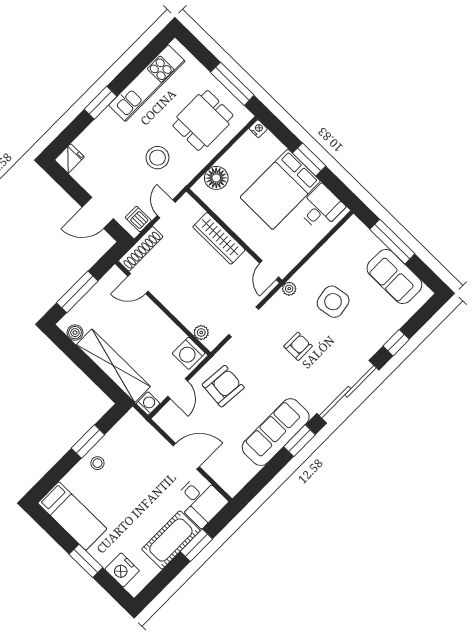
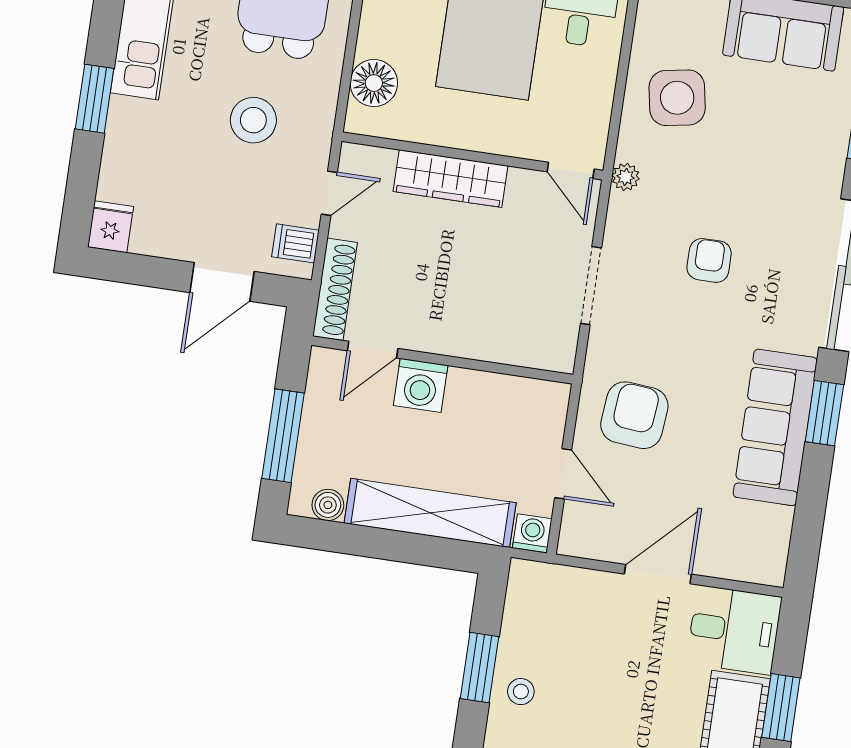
door: (166, 209) -> (329, 193), swing flipped
side table: (333, 302) -> (677, 98), moved
plant: (201, 333) -> (534, 354), removed
washing machine: (189, 353) -> (421, 385), moved

